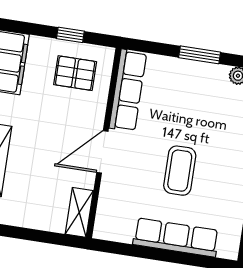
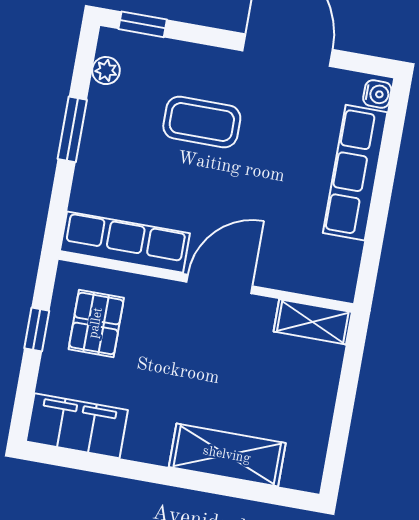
door: (102, 152) -> (220, 284), swing flipped
coffee table: (180, 171) -> (202, 122), moved
water cooler: (227, 251) -> (377, 94), added

